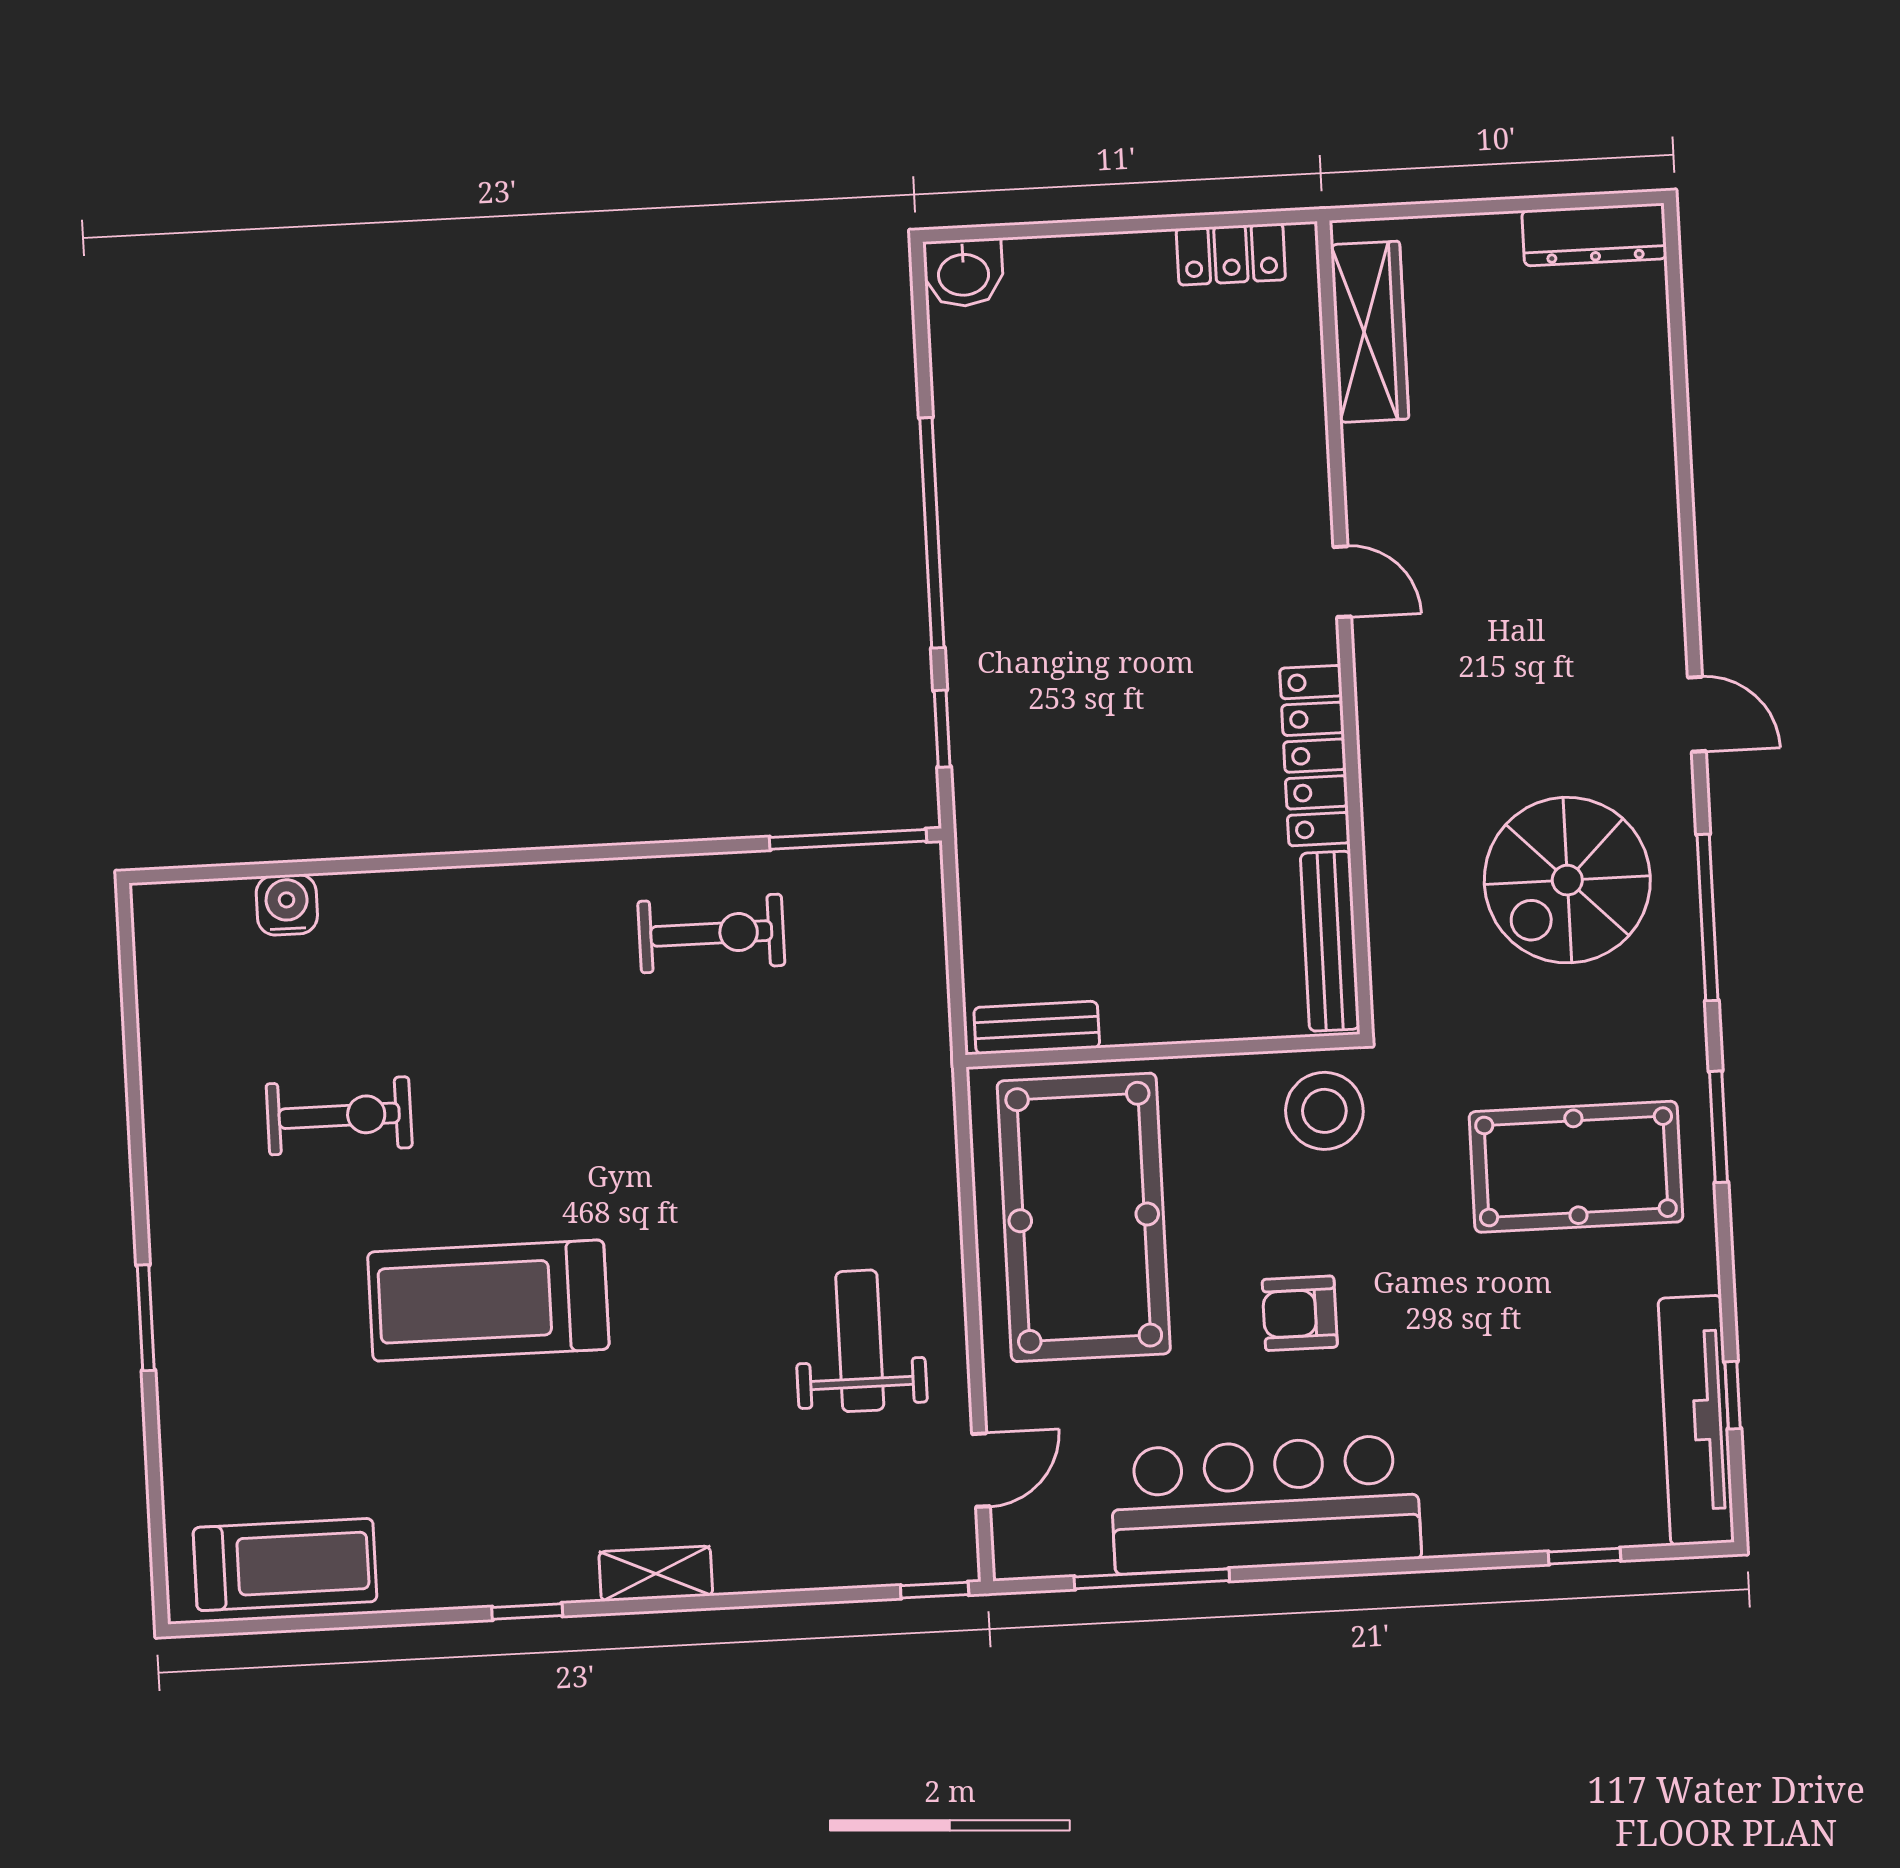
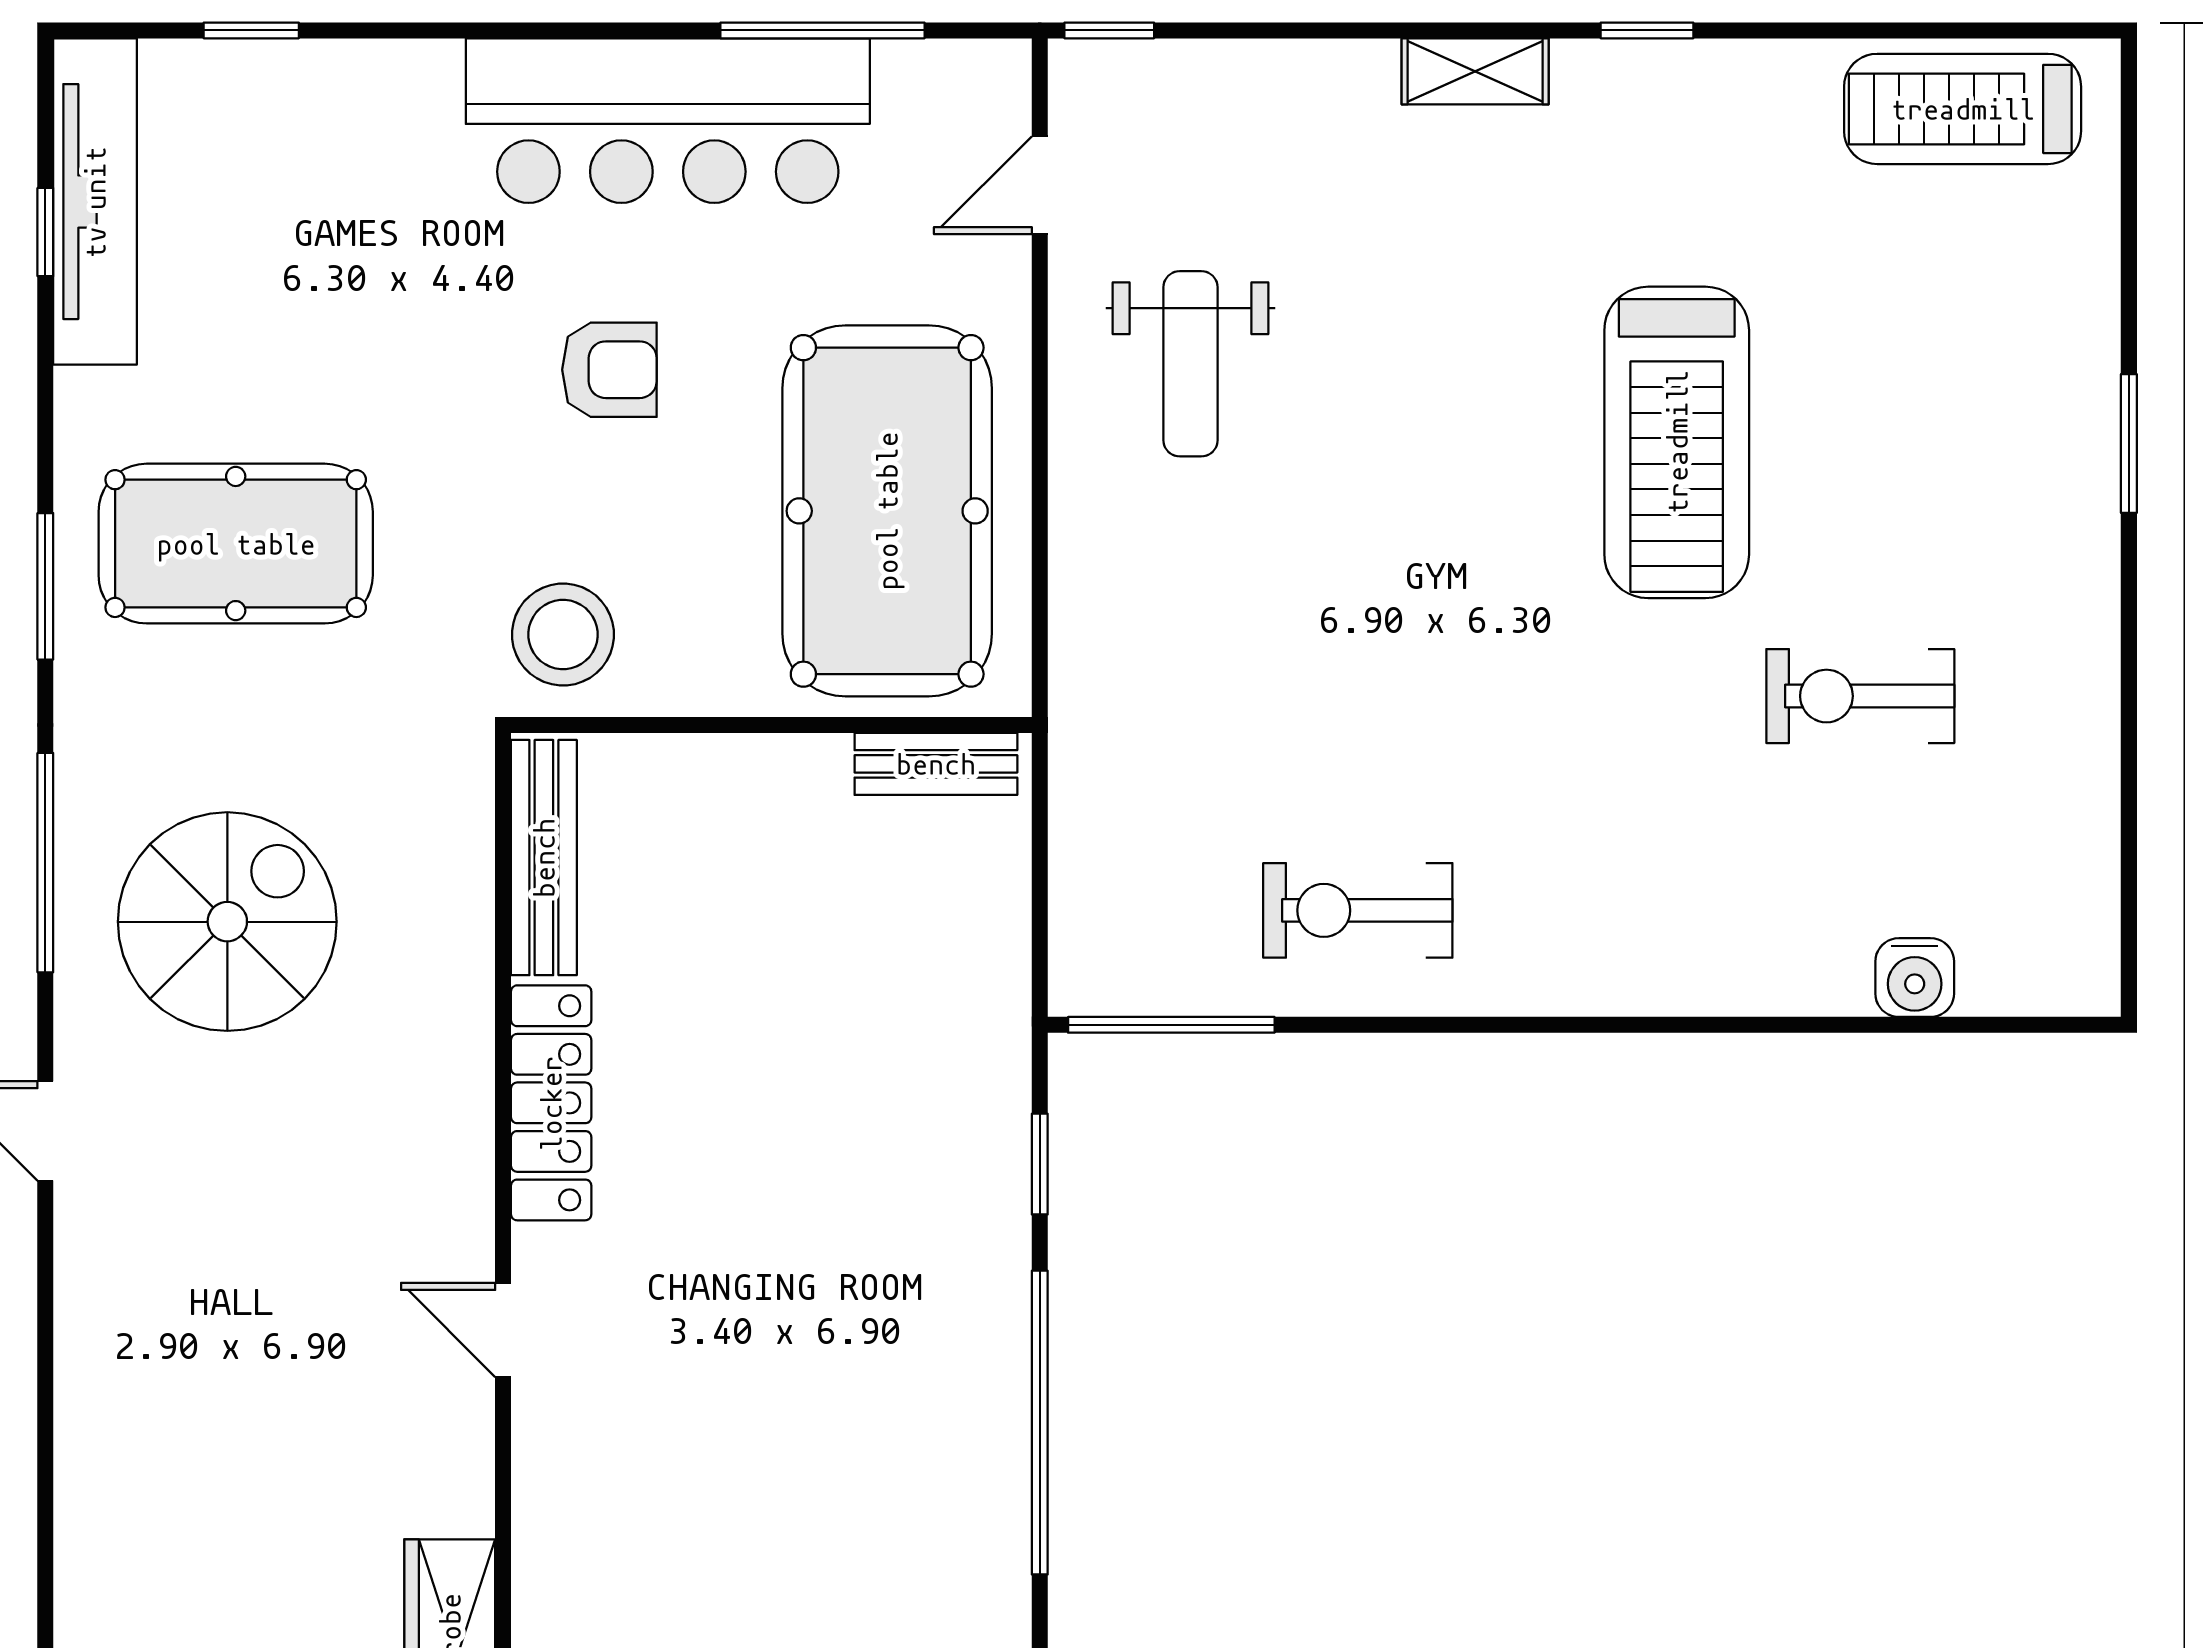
treadmill: (488, 1301) -> (1677, 442), turned 90

